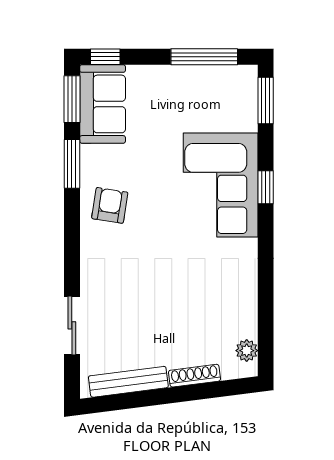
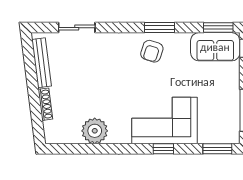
window: (72, 164) -> (159, 28), moved
armchair: (110, 205) -> (152, 51), turned 99
plant: (247, 351) -> (95, 131), moved, width x1.87, depth x1.87

